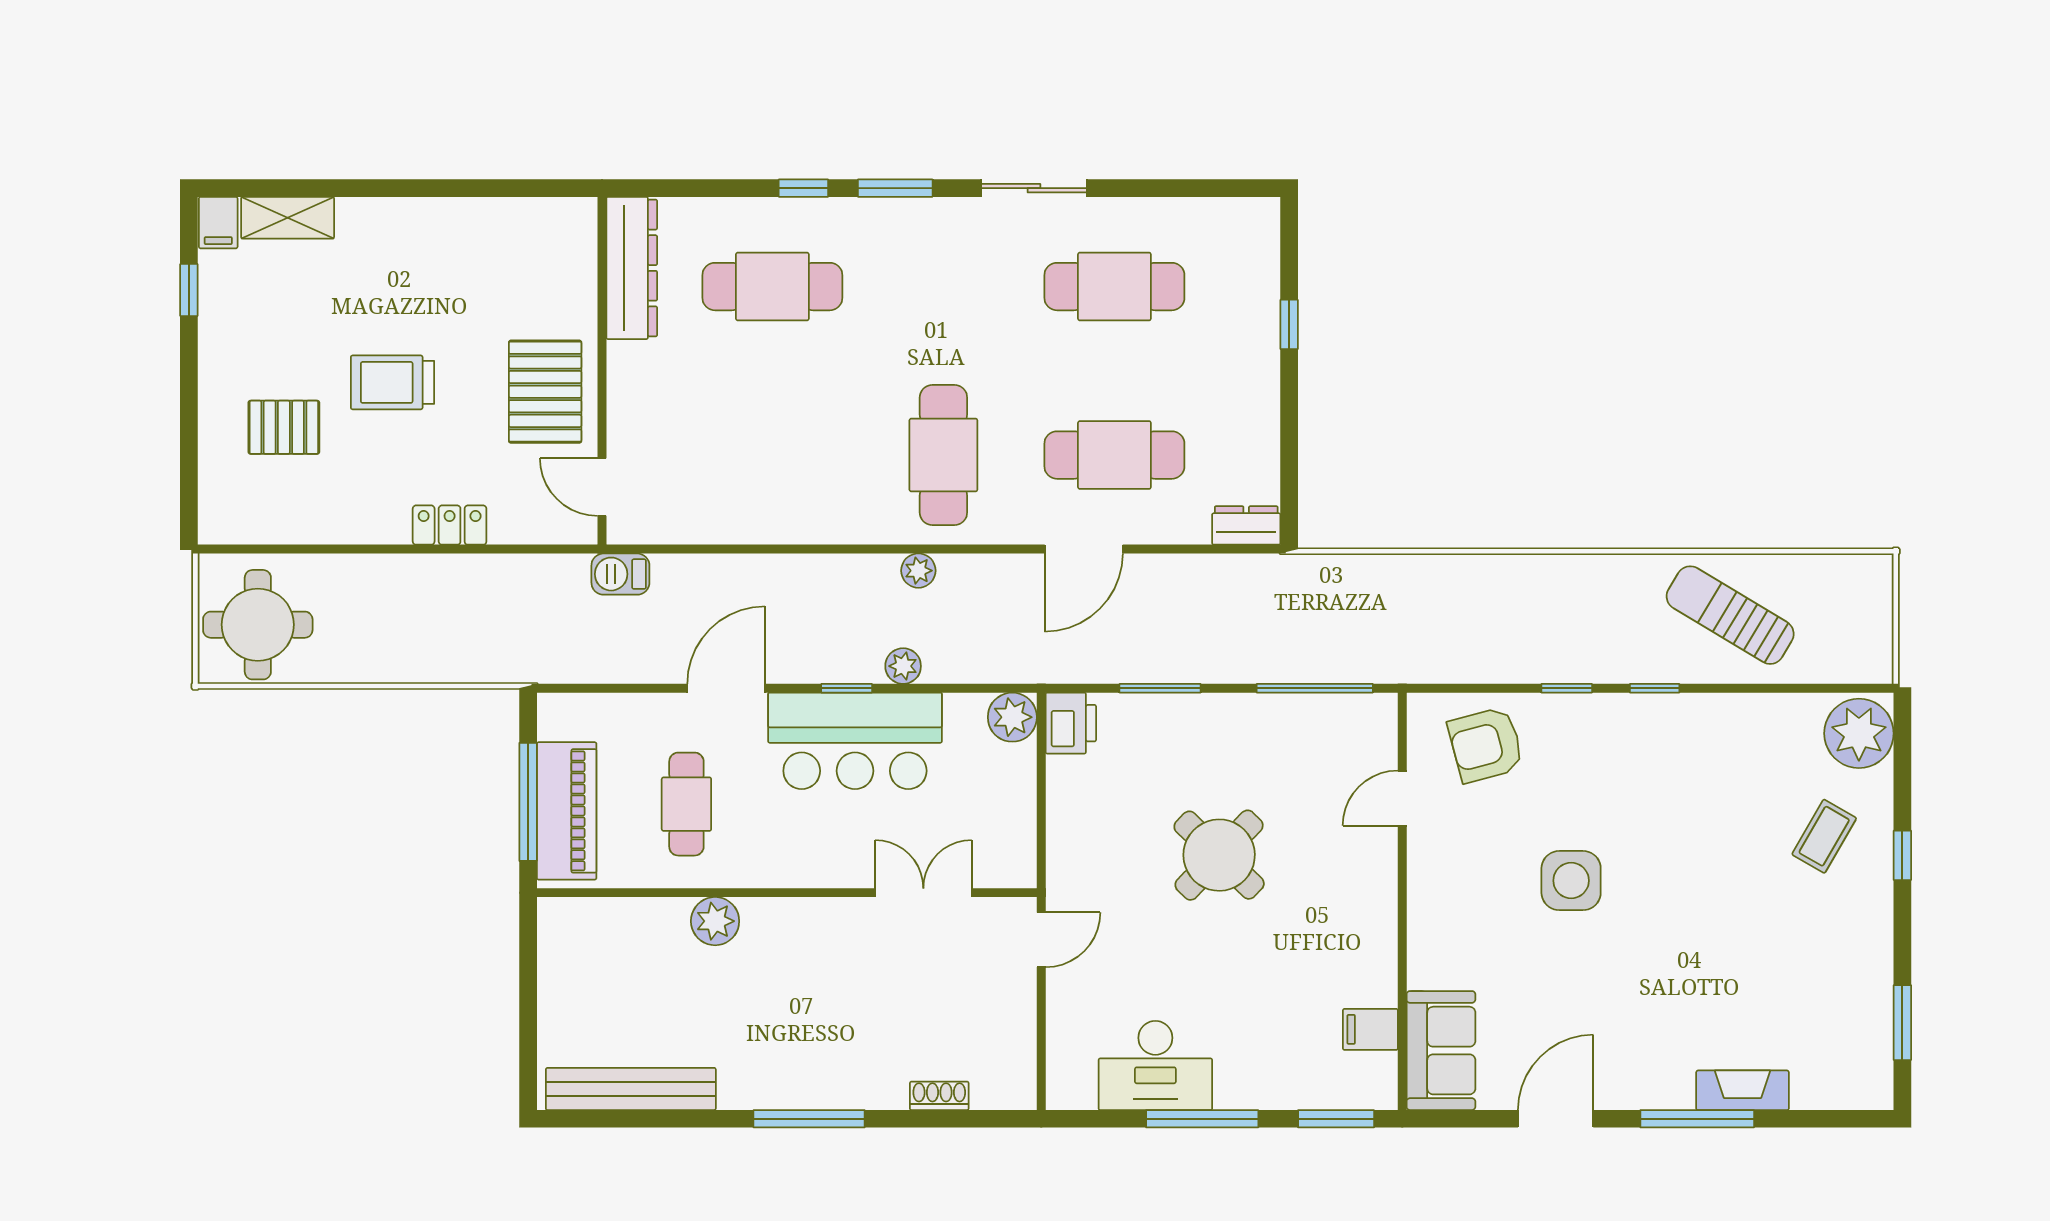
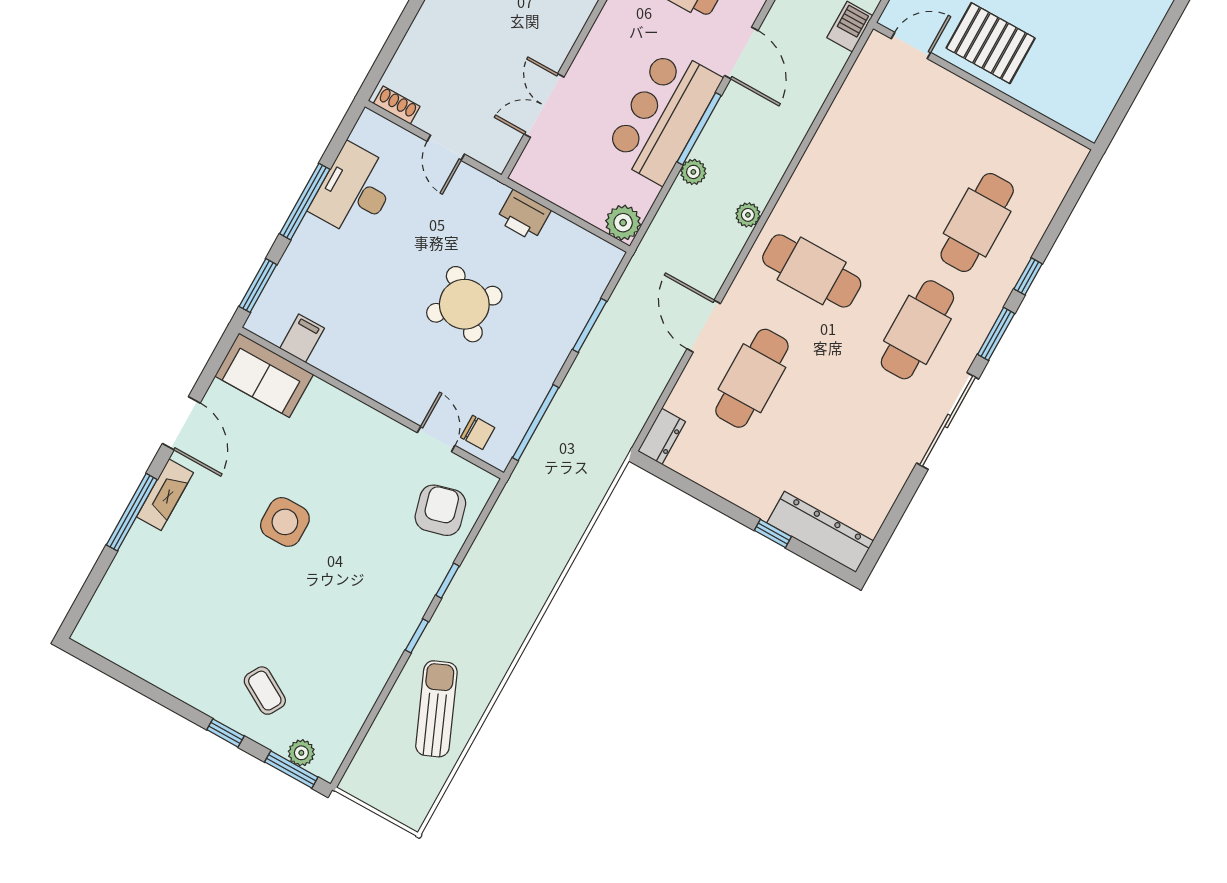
sliding door: (1034, 188) -> (948, 421), width x1.37
dresser: (632, 268) -> (820, 532), moved, turned 180
cafe table: (1114, 287) -> (917, 330), moved
sun lounger: (1730, 615) -> (436, 709), turned -54
window: (847, 688) -> (699, 129), width x2.17
printer: (1071, 723) -> (524, 215), moved
plant: (1859, 733) -> (301, 753), width x0.53, depth x0.53
chair: (1366, 752) -> (478, 432), added
side table: (1571, 881) -> (285, 522), moved
double door: (923, 893) -> (544, 105), swing flipped
door: (1041, 940) -> (446, 148), moved
window: (1902, 1023) -> (291, 770), moved
fireplace: (1743, 1090) -> (165, 495), moved
shoe rack: (939, 1096) -> (397, 105), moved, turned -90

